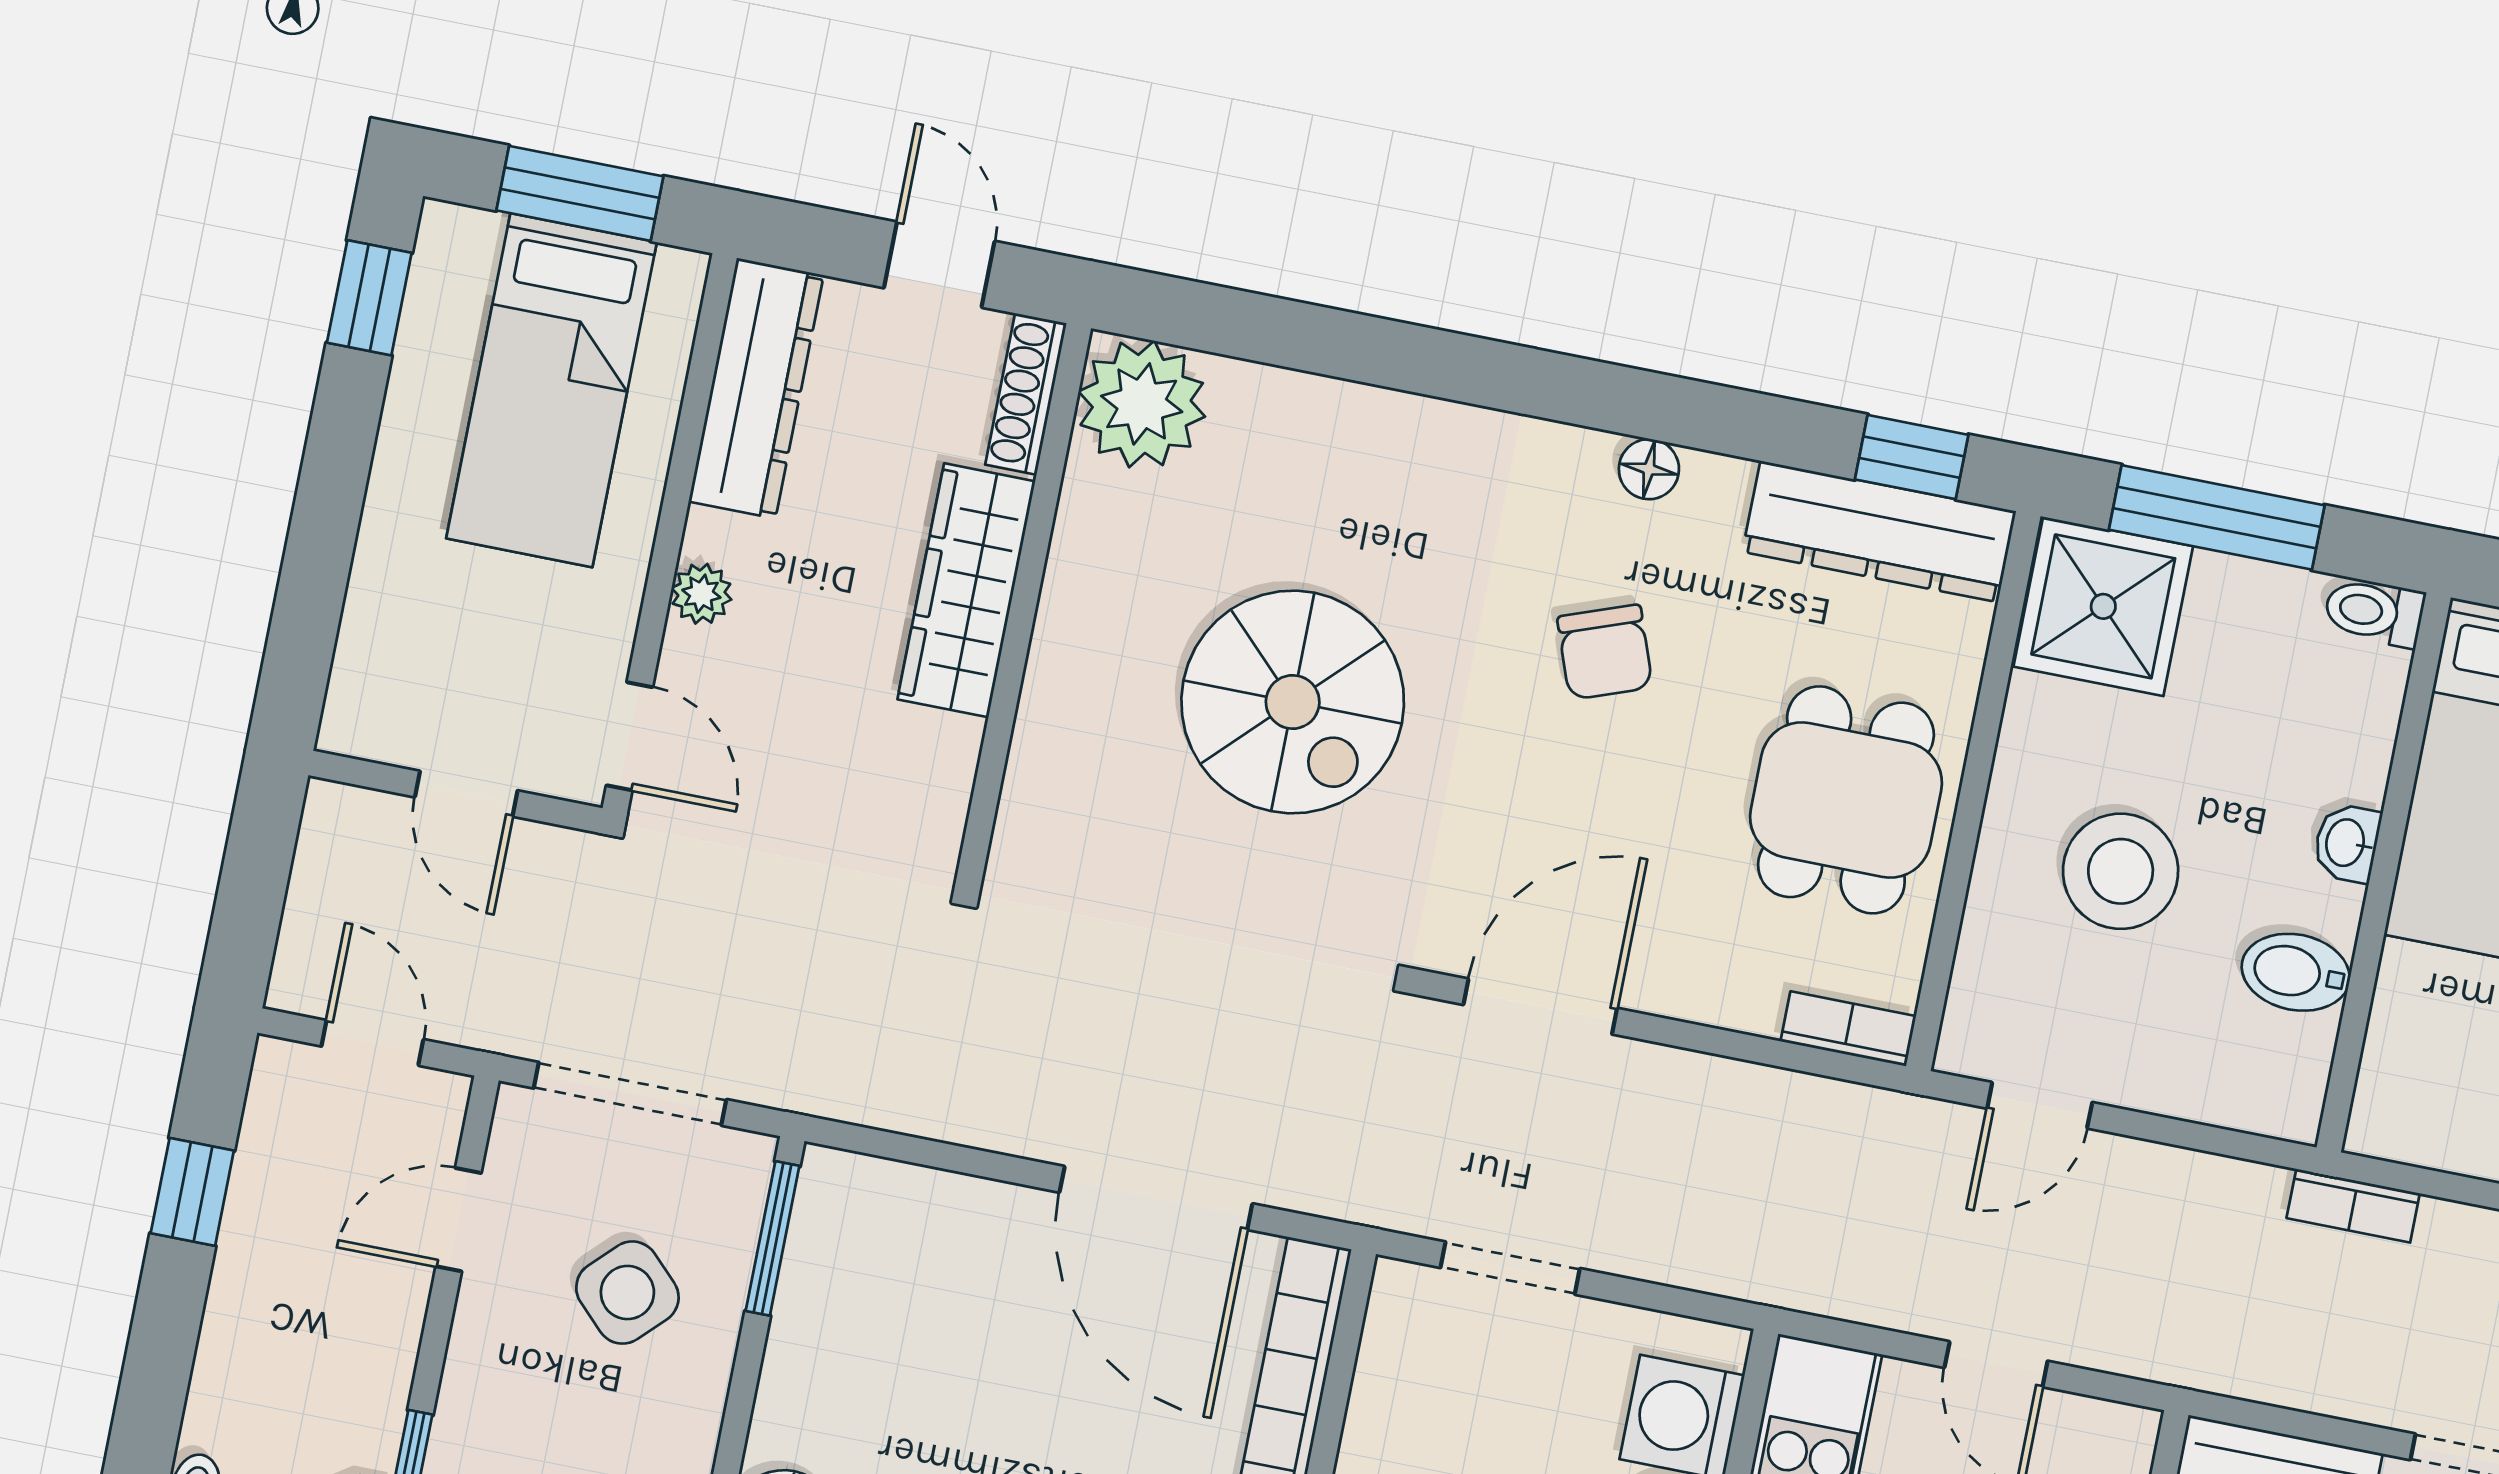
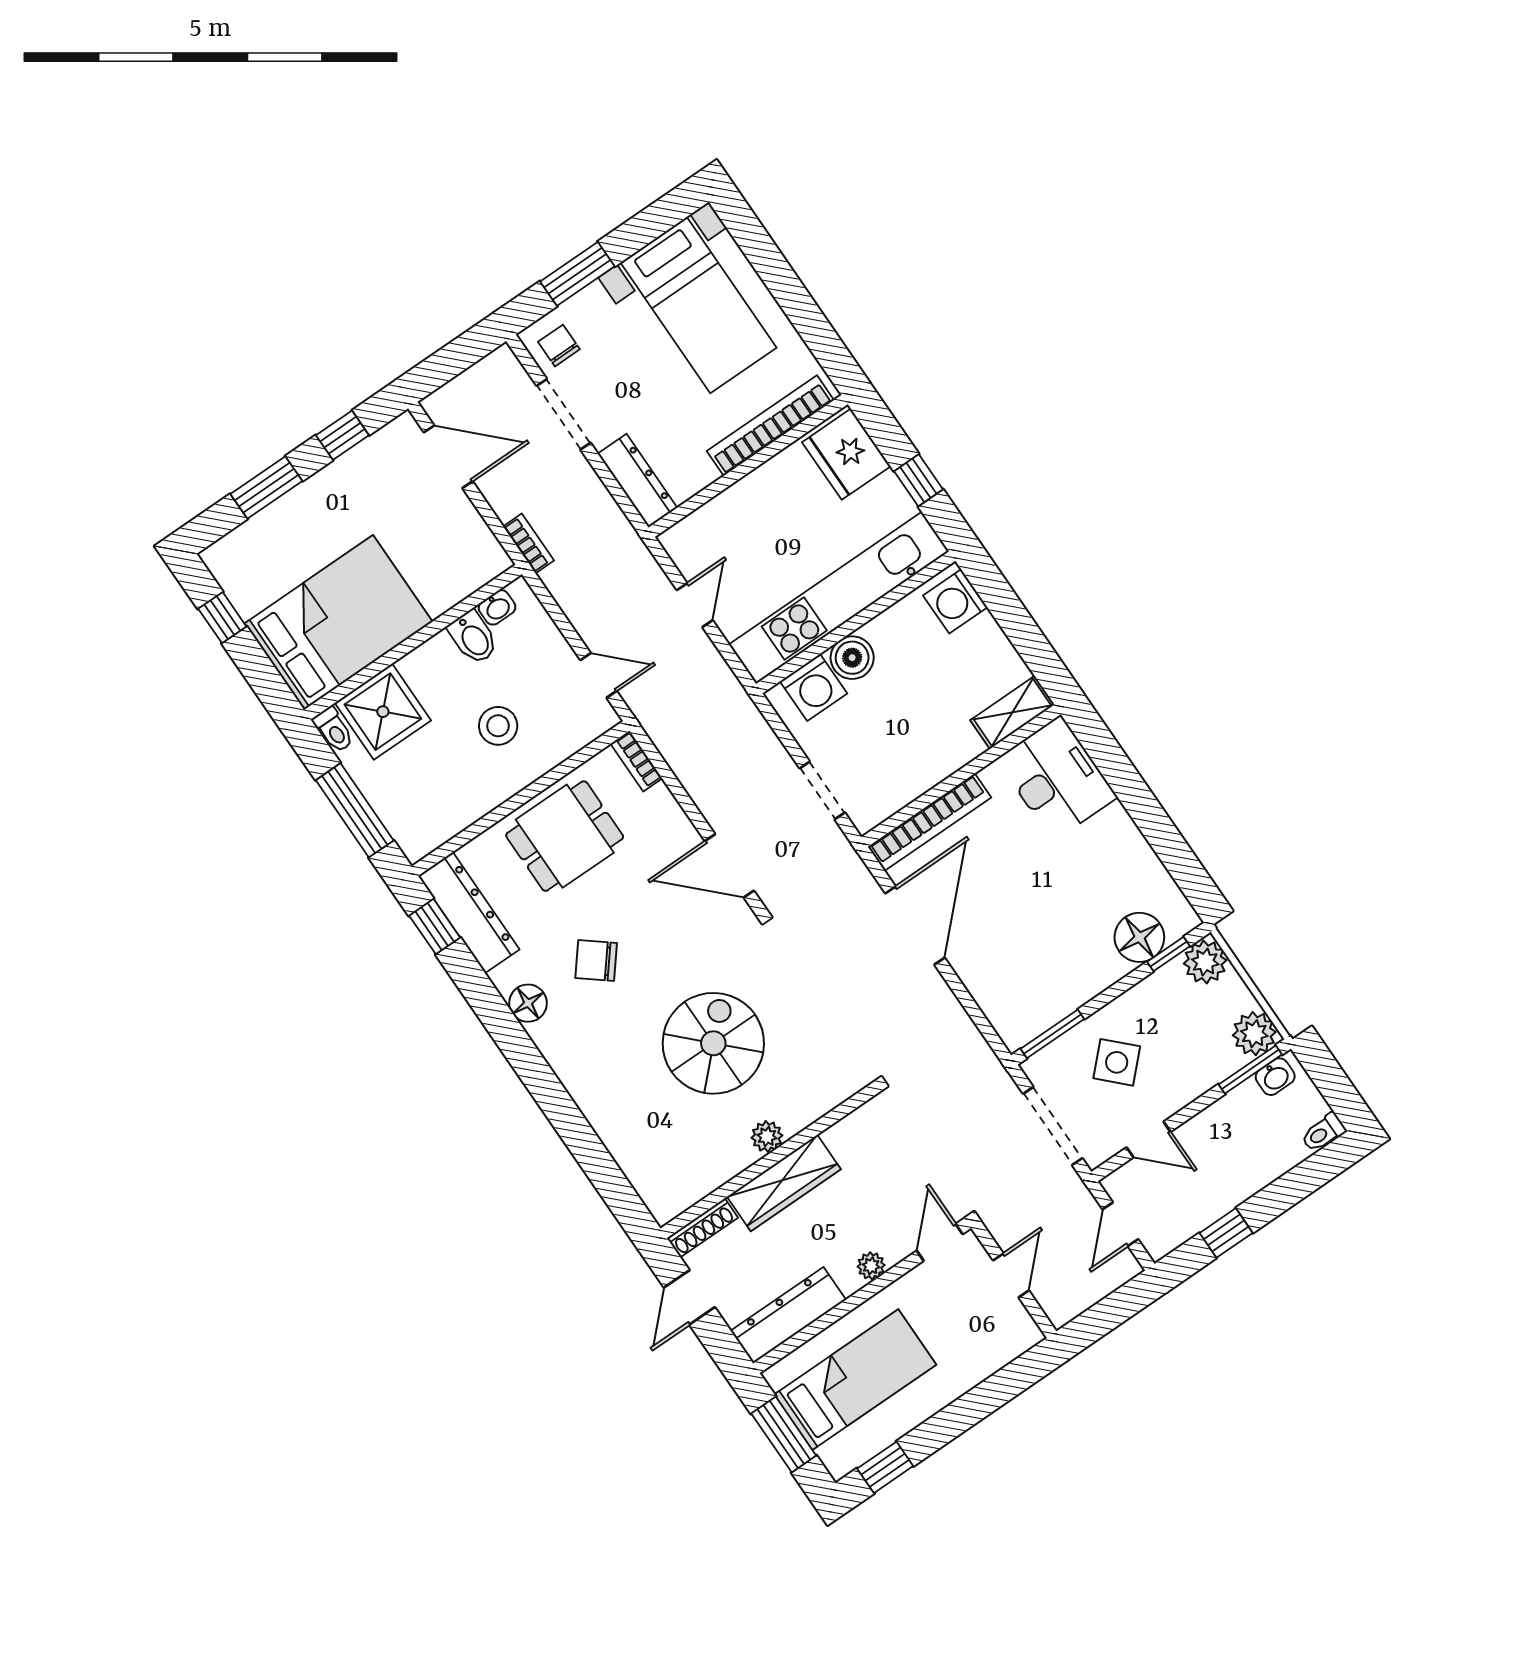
plant: (1142, 404) -> (767, 1137), moved, width x0.53, depth x0.53
floor lamp: (1649, 469) -> (528, 1003), width x1.37, depth x1.37
shower: (2103, 606) -> (383, 712), moved
chair: (1605, 652) -> (596, 961), turned -121
washbasin: (2347, 843) -> (497, 607), moved
stool: (2121, 871) -> (498, 726), width x0.73, depth x0.73

